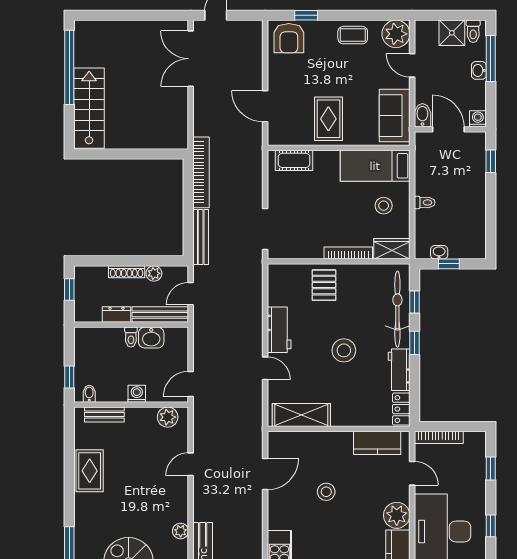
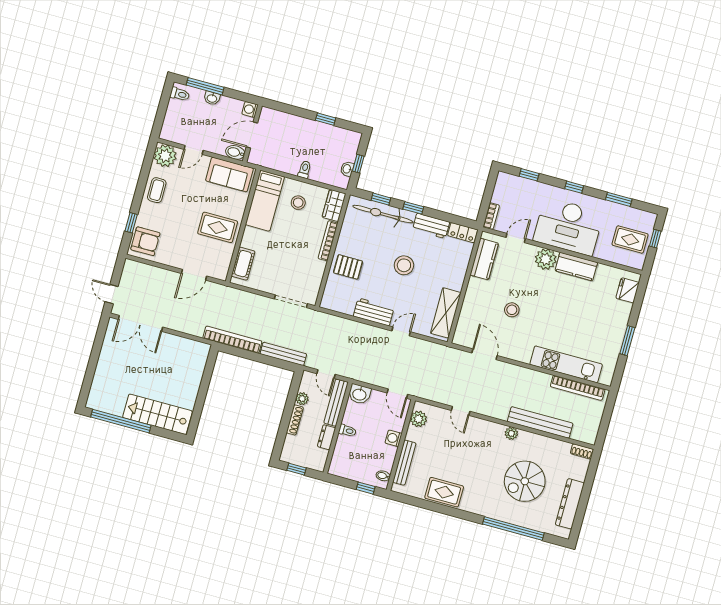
shower: (452, 33) -> (176, 111), removed
window: (491, 161) -> (326, 119), moved
washbasin: (151, 338) -> (359, 394), moved, turned 90
bench: (104, 414) -> (404, 463), width x1.36
bookcase: (439, 437) -> (491, 216), width x0.64

